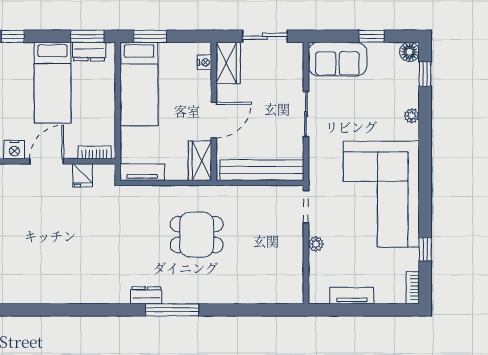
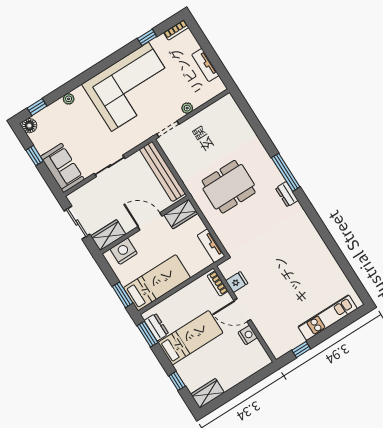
nightstand: (204, 62) -> (124, 251), width x1.89, depth x1.79
dining table: (197, 235) -> (229, 187), width x1.38

